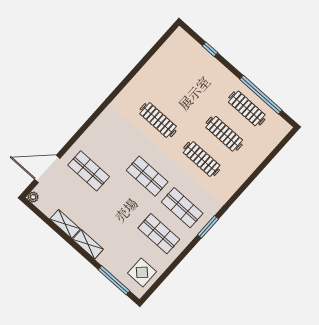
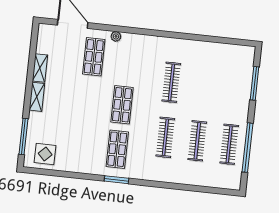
window: (210, 49) -> (254, 83), width x2.17
plant: (33, 197) -> (116, 36), moved
shop shelf: (159, 234) -> (84, 146), removed

